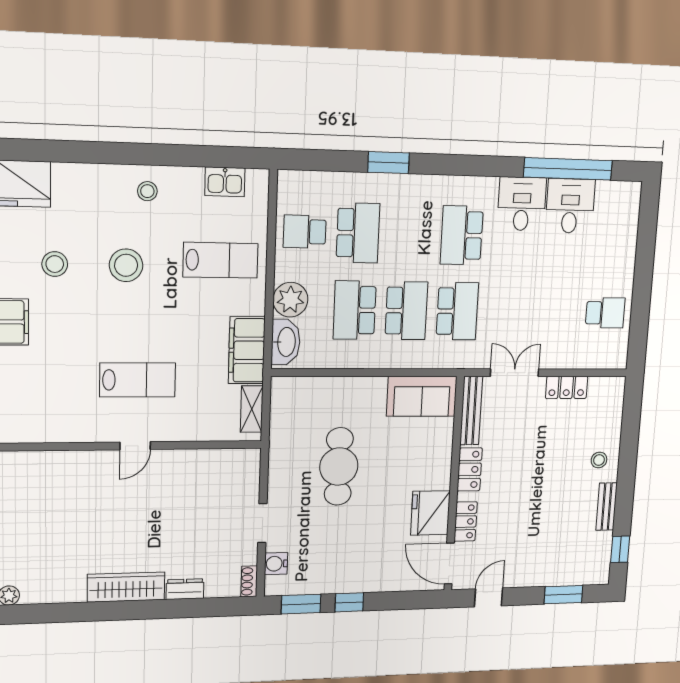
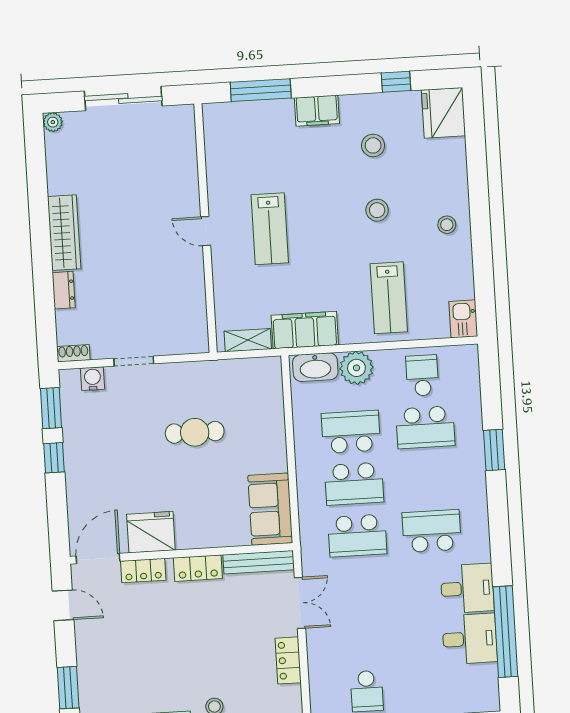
kitchen sink: (225, 182) -> (463, 319), moved
stool: (126, 265) -> (377, 210), width x0.73, depth x0.73
cafe table: (339, 467) -> (195, 432), width x0.73, depth x0.74

